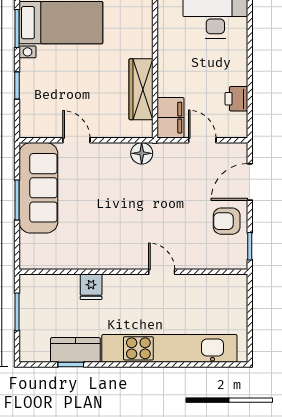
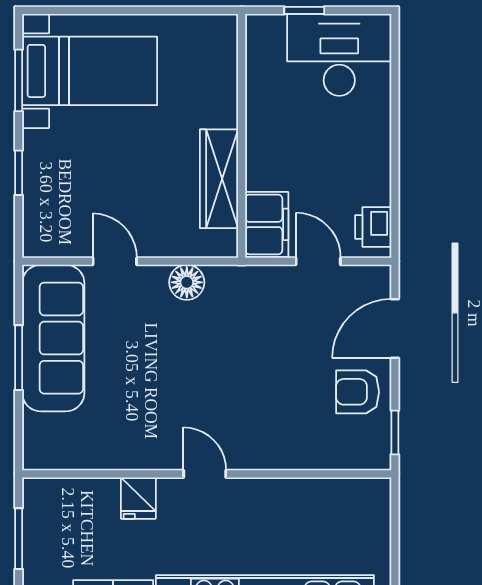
printer: (236, 99) -> (373, 227), moved
floor lamp: (142, 153) -> (187, 282), moved
door: (162, 272) -> (205, 474), moved

